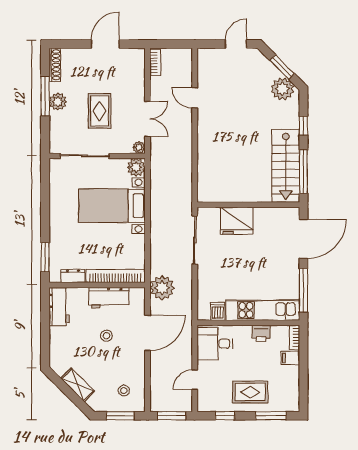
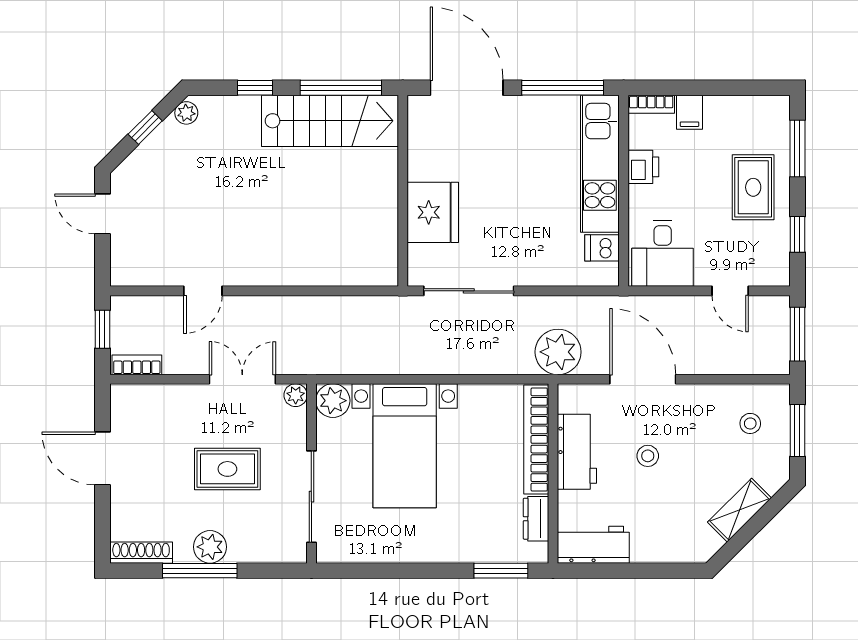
window: (174, 44) -> (102, 329), added
window: (282, 67) -> (145, 127), width x0.67
plant: (282, 89) -> (186, 113), width x0.53, depth x0.53

